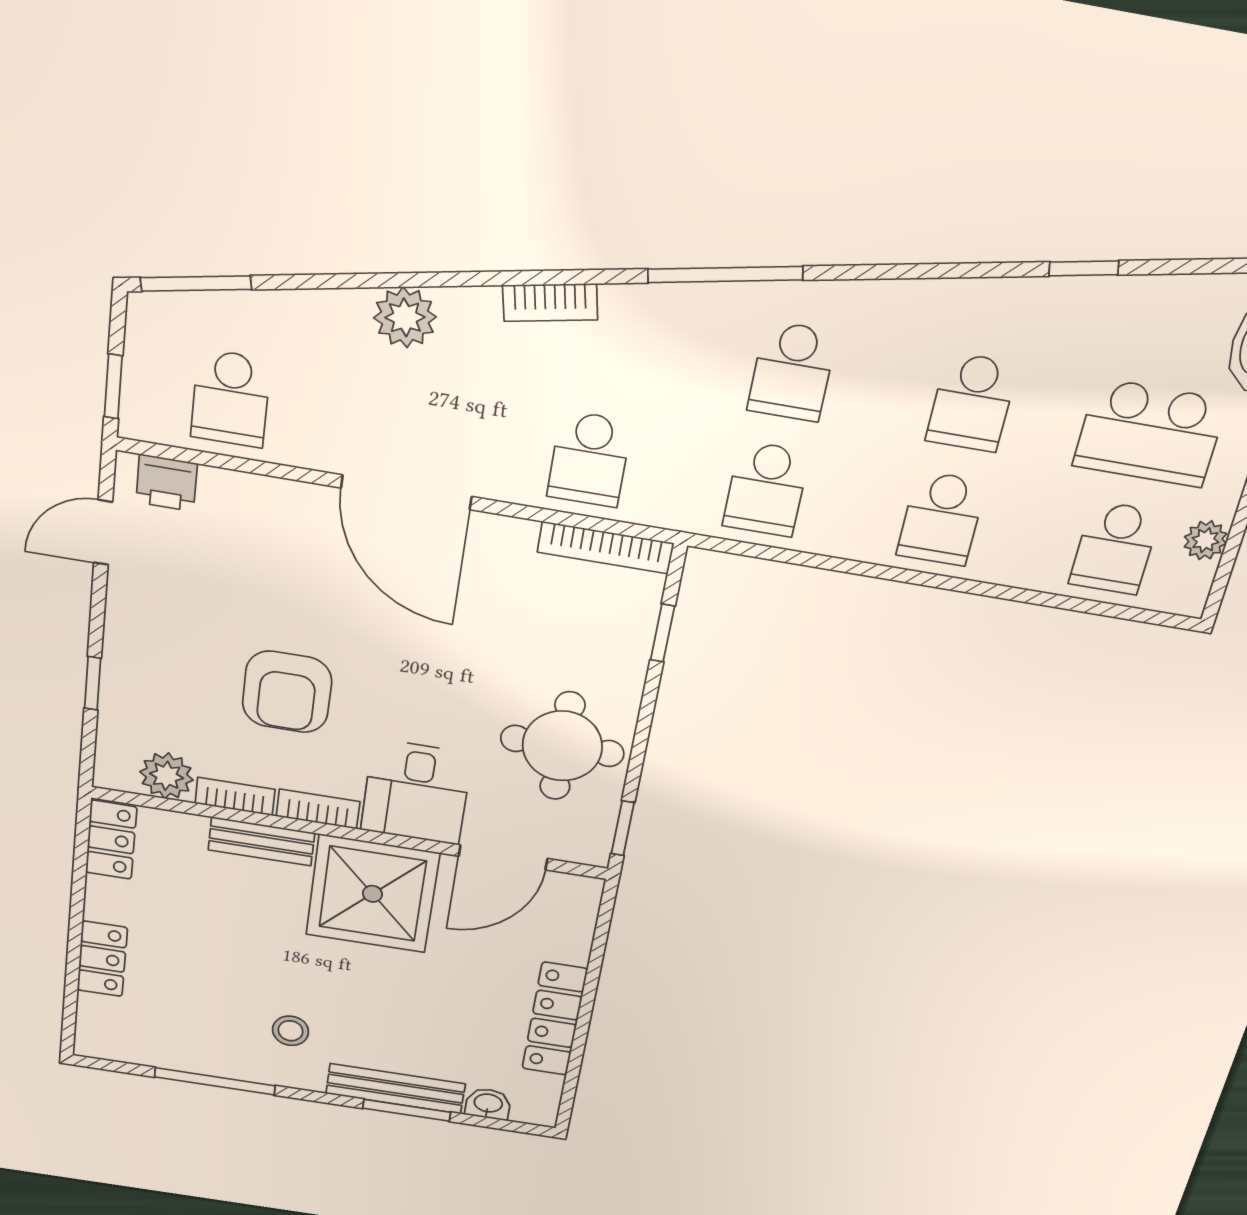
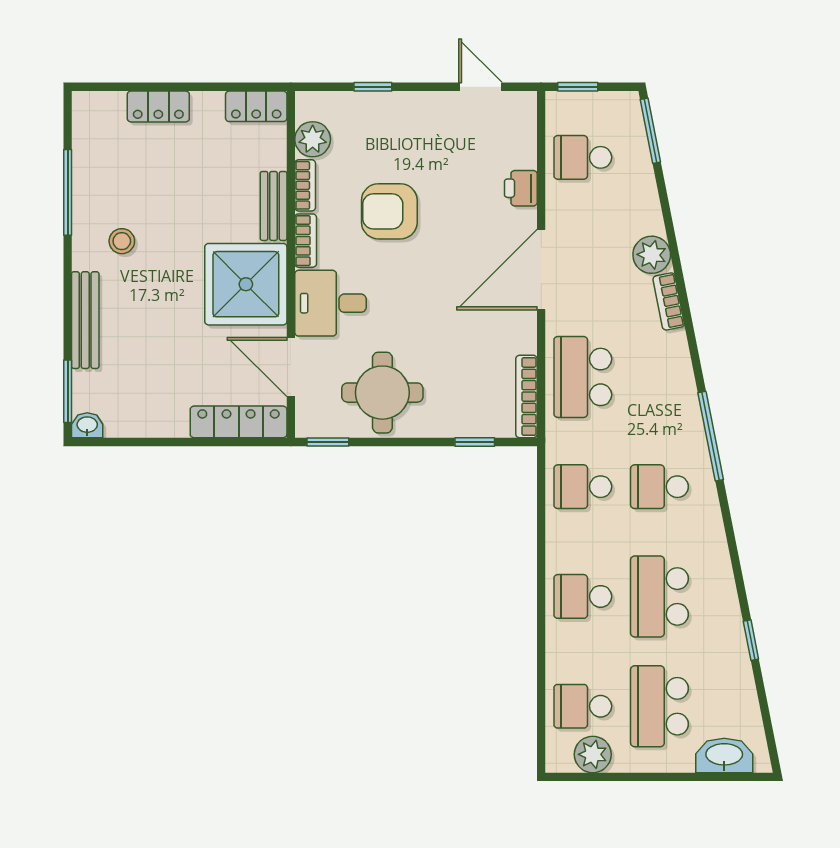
bookcase: (550, 302) -> (669, 301), moved
school desk: (972, 402) -> (659, 596), width x1.85
school desk: (589, 459) -> (583, 377), width x1.85
printer: (167, 483) -> (521, 188), moved
plant: (1205, 540) -> (593, 754), width x1.38, depth x1.38
locker: (555, 1019) -> (239, 422), moved
washbasin: (488, 1104) -> (87, 425), moved, turned -90
window: (407, 1110) -> (68, 391), moved

